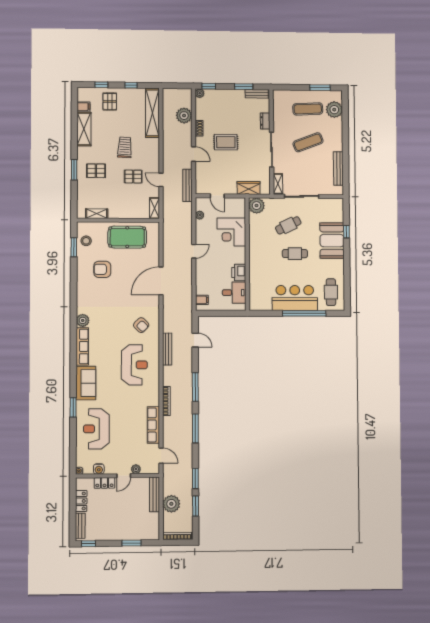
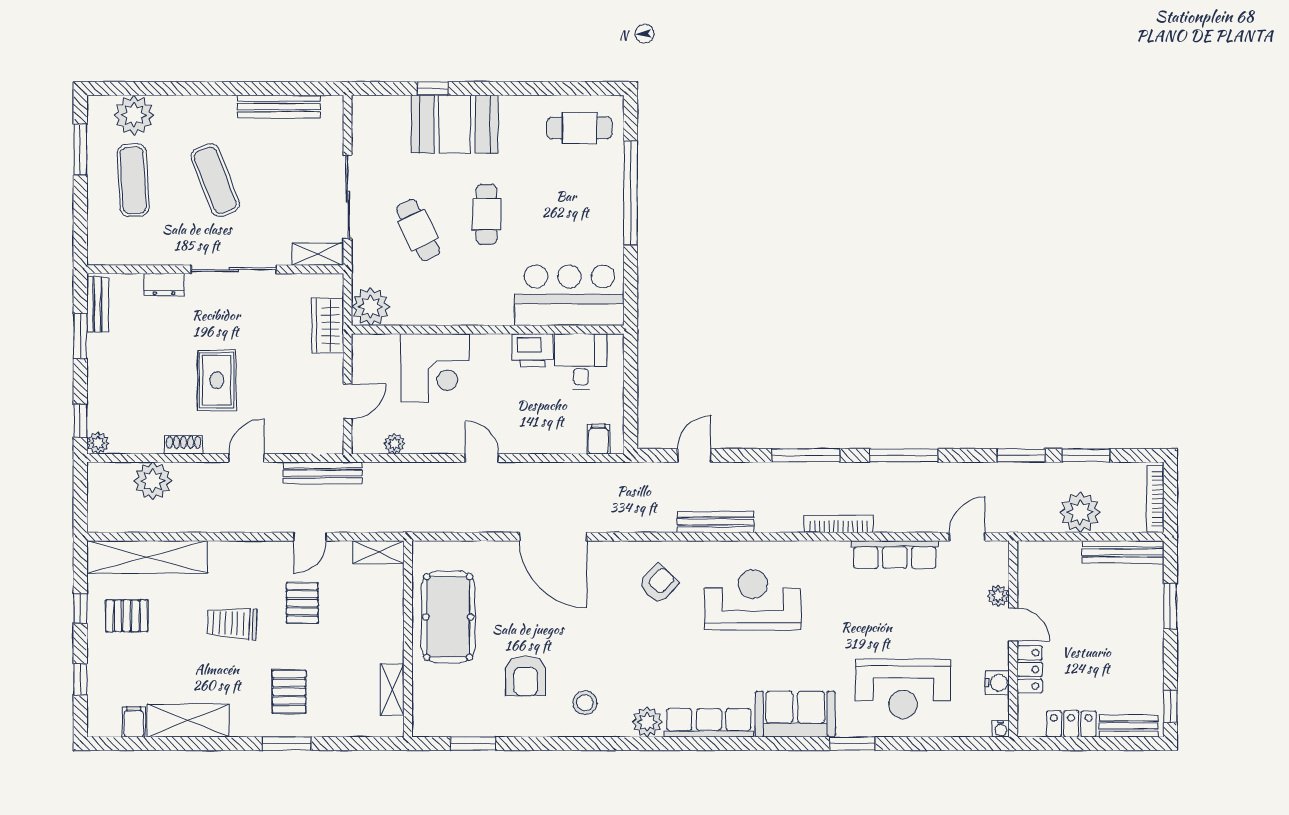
pallet: (110, 101) -> (127, 616), moved
stool: (86, 241) -> (585, 703), moved
bar counter: (295, 298) -> (569, 295), moved, turned 90
bench: (155, 494) -> (1123, 552), moved

